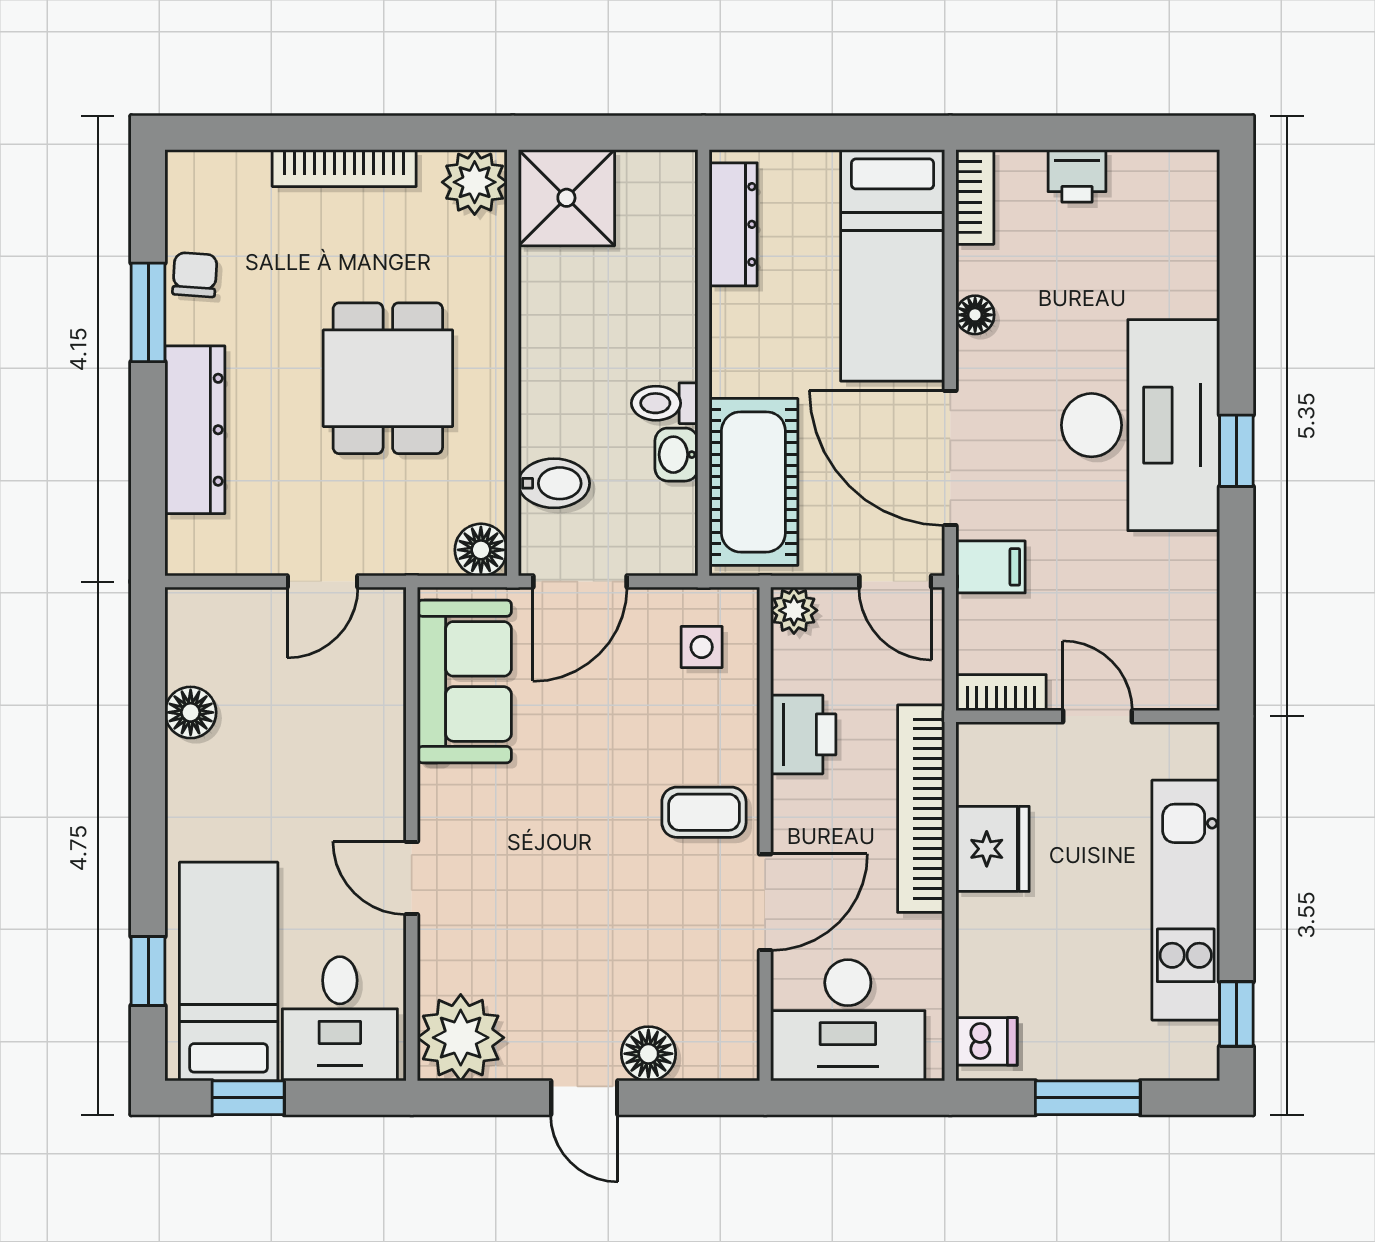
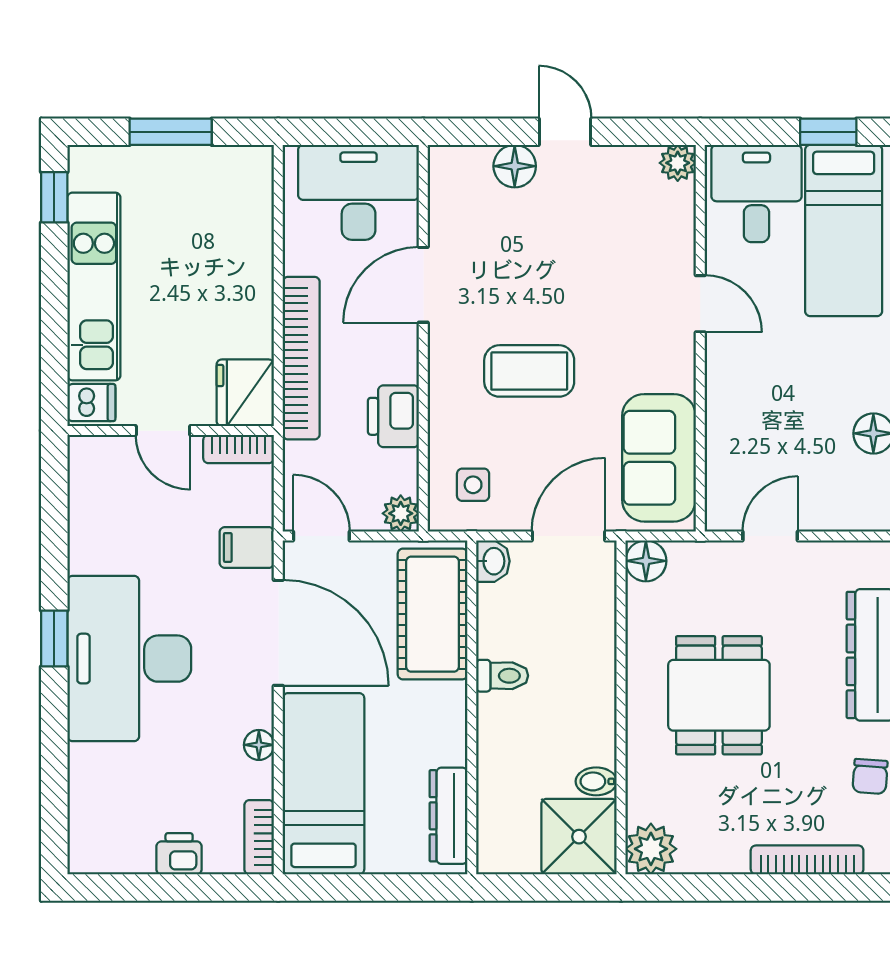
bookcase: (344, 168) -> (807, 860), moved
washbasin: (676, 455) -> (493, 561), moved
bidet: (554, 483) -> (596, 781), moved, width x0.72, depth x0.74
coffee table: (704, 812) -> (529, 371), moved, width x1.36, depth x1.30
fridge: (993, 849) -> (245, 393), moved
plant: (461, 1038) -> (678, 163), width x0.53, depth x0.53
dishwasher: (987, 1041) -> (91, 403), moved, turned 180

